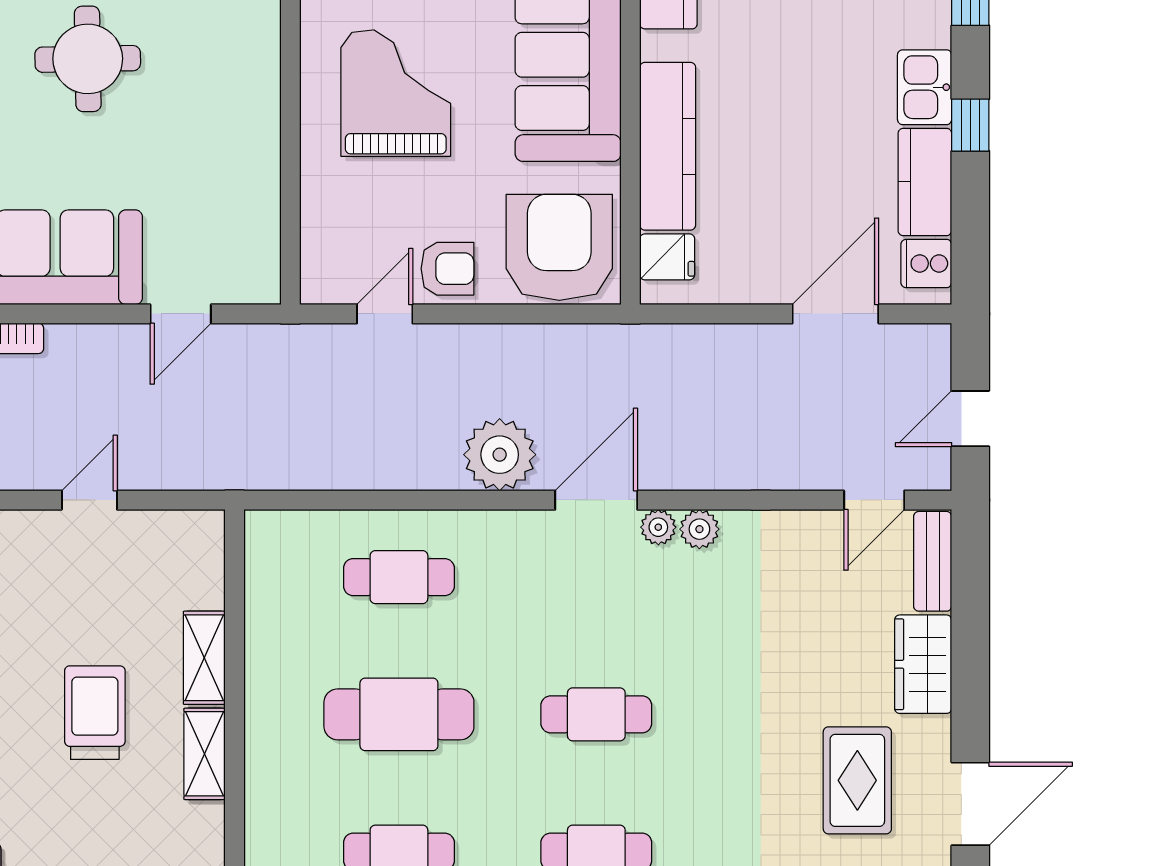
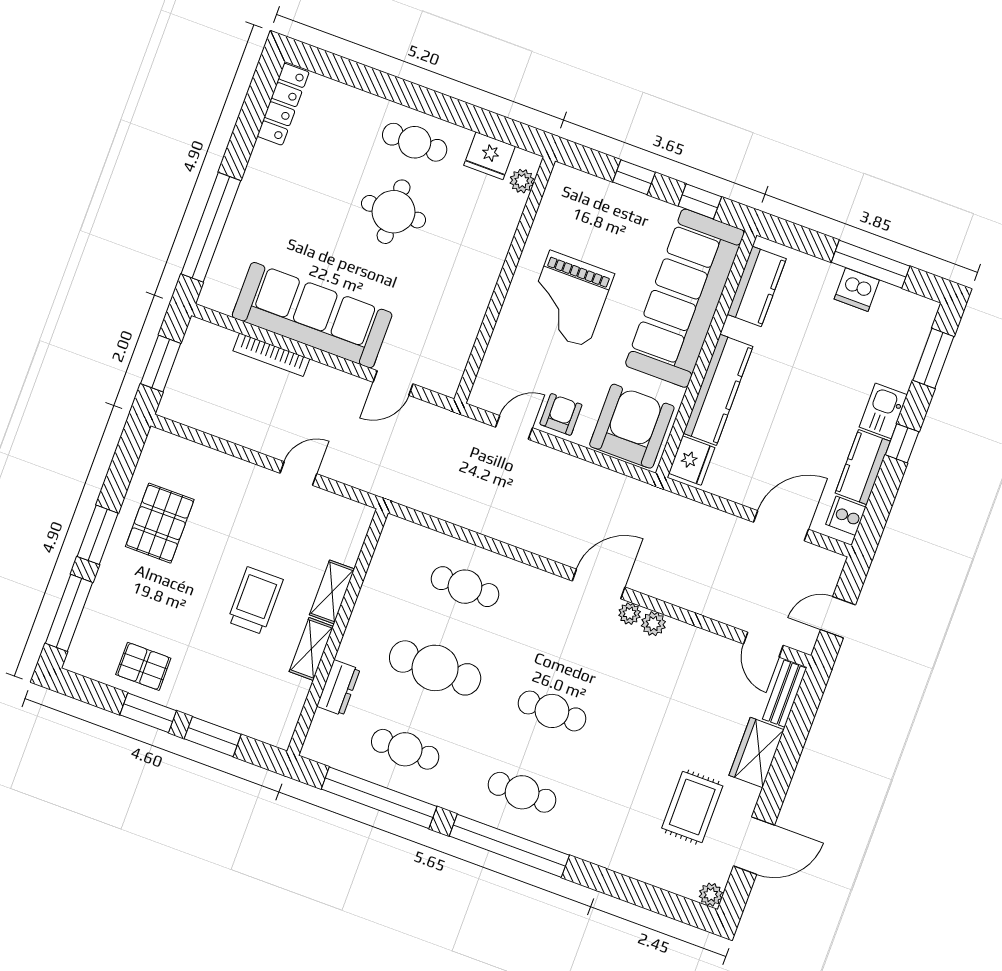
grand piano: (396, 93) -> (569, 299), turned 180
fridge: (667, 257) -> (692, 461), width x1.38
armchair: (447, 269) -> (561, 414), turned -90
plant: (500, 455) -> (551, 536), removed
door: (874, 500) -> (763, 645), hinge flipped
dresser: (266, 797) -> (338, 688), added

